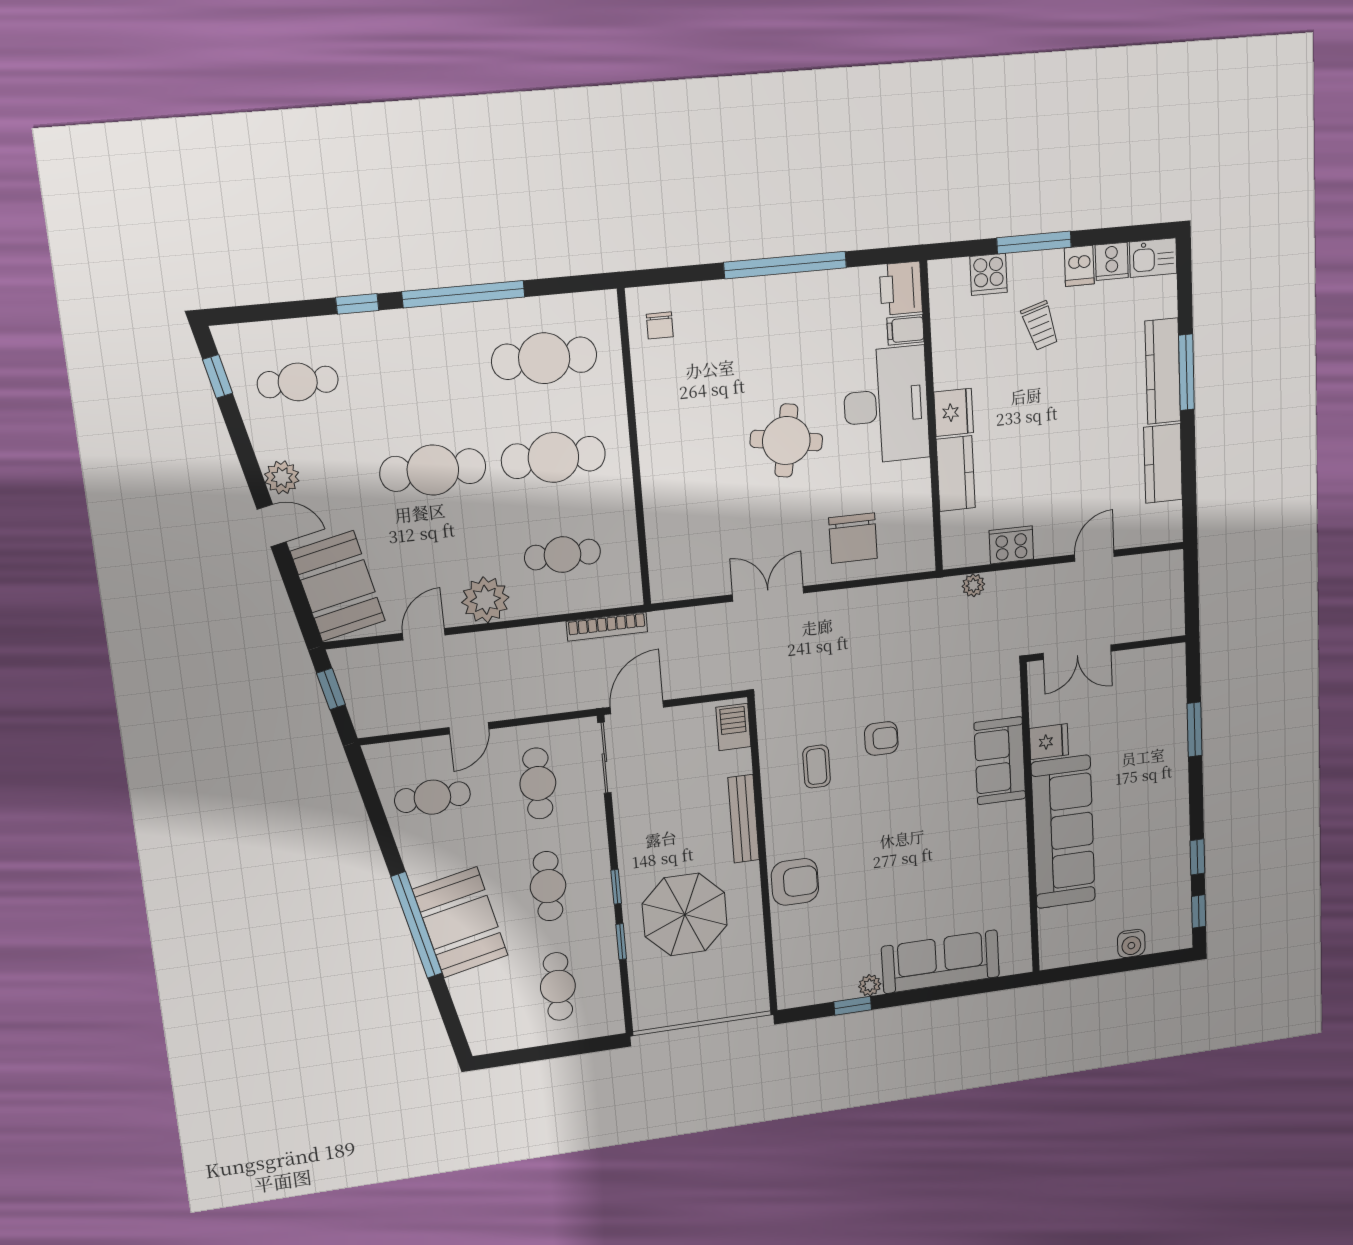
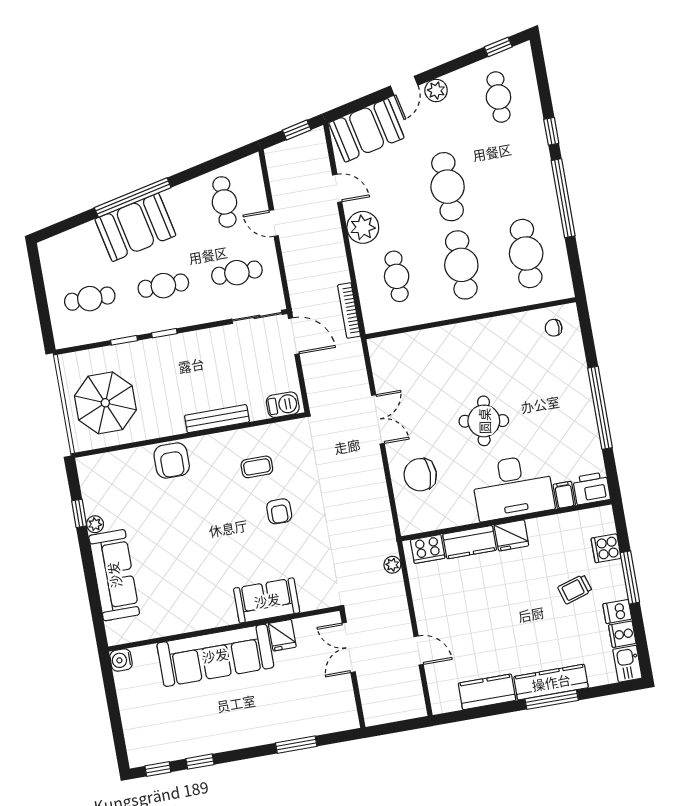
cooker: (1011, 545) -> (428, 549), moved, turned 90
parasol: (685, 914) -> (105, 403), moved
water cooler: (1131, 943) -> (121, 660), moved

